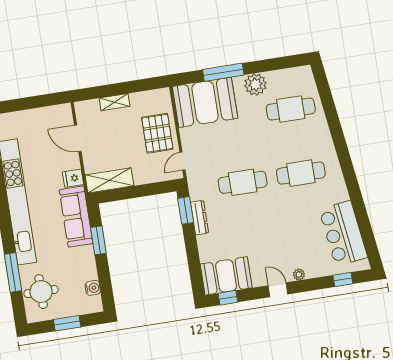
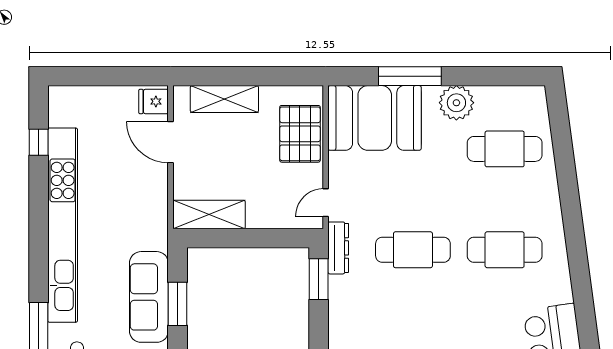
shelving: (114, 102) -> (224, 99), width x1.50, depth x1.33
pallet: (157, 133) -> (300, 134), moved
fridge: (73, 178) -> (154, 101), moved
sofa: (76, 217) -> (149, 297), moved
dresser: (200, 218) -> (338, 248), moved

